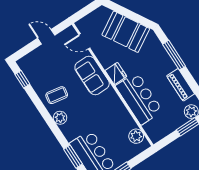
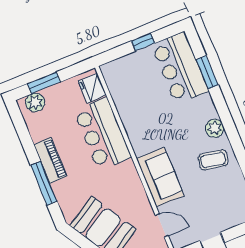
fridge: (116, 74) -> (92, 88), moved
piano: (181, 85) -> (50, 160), moved
plant: (136, 136) -> (116, 84), removed

